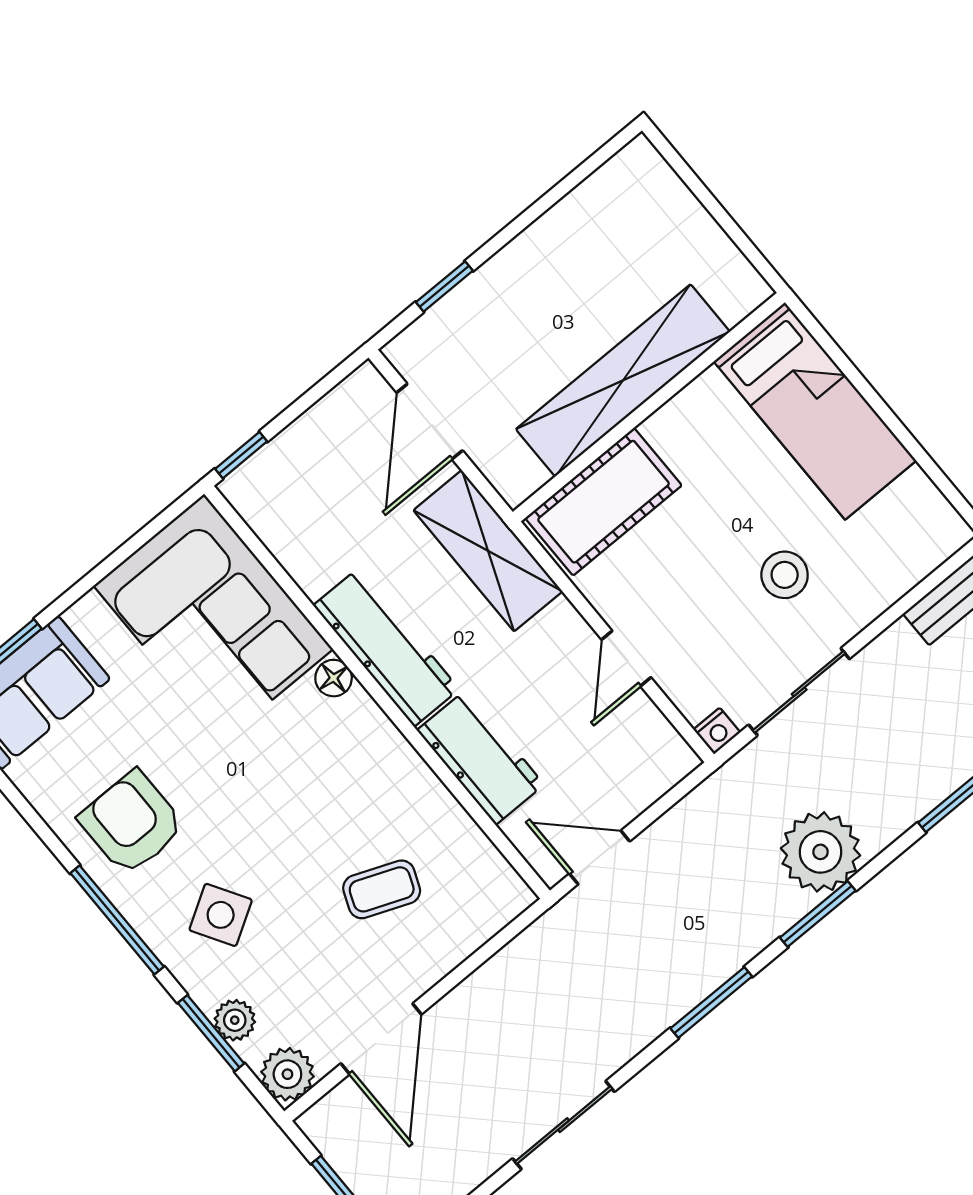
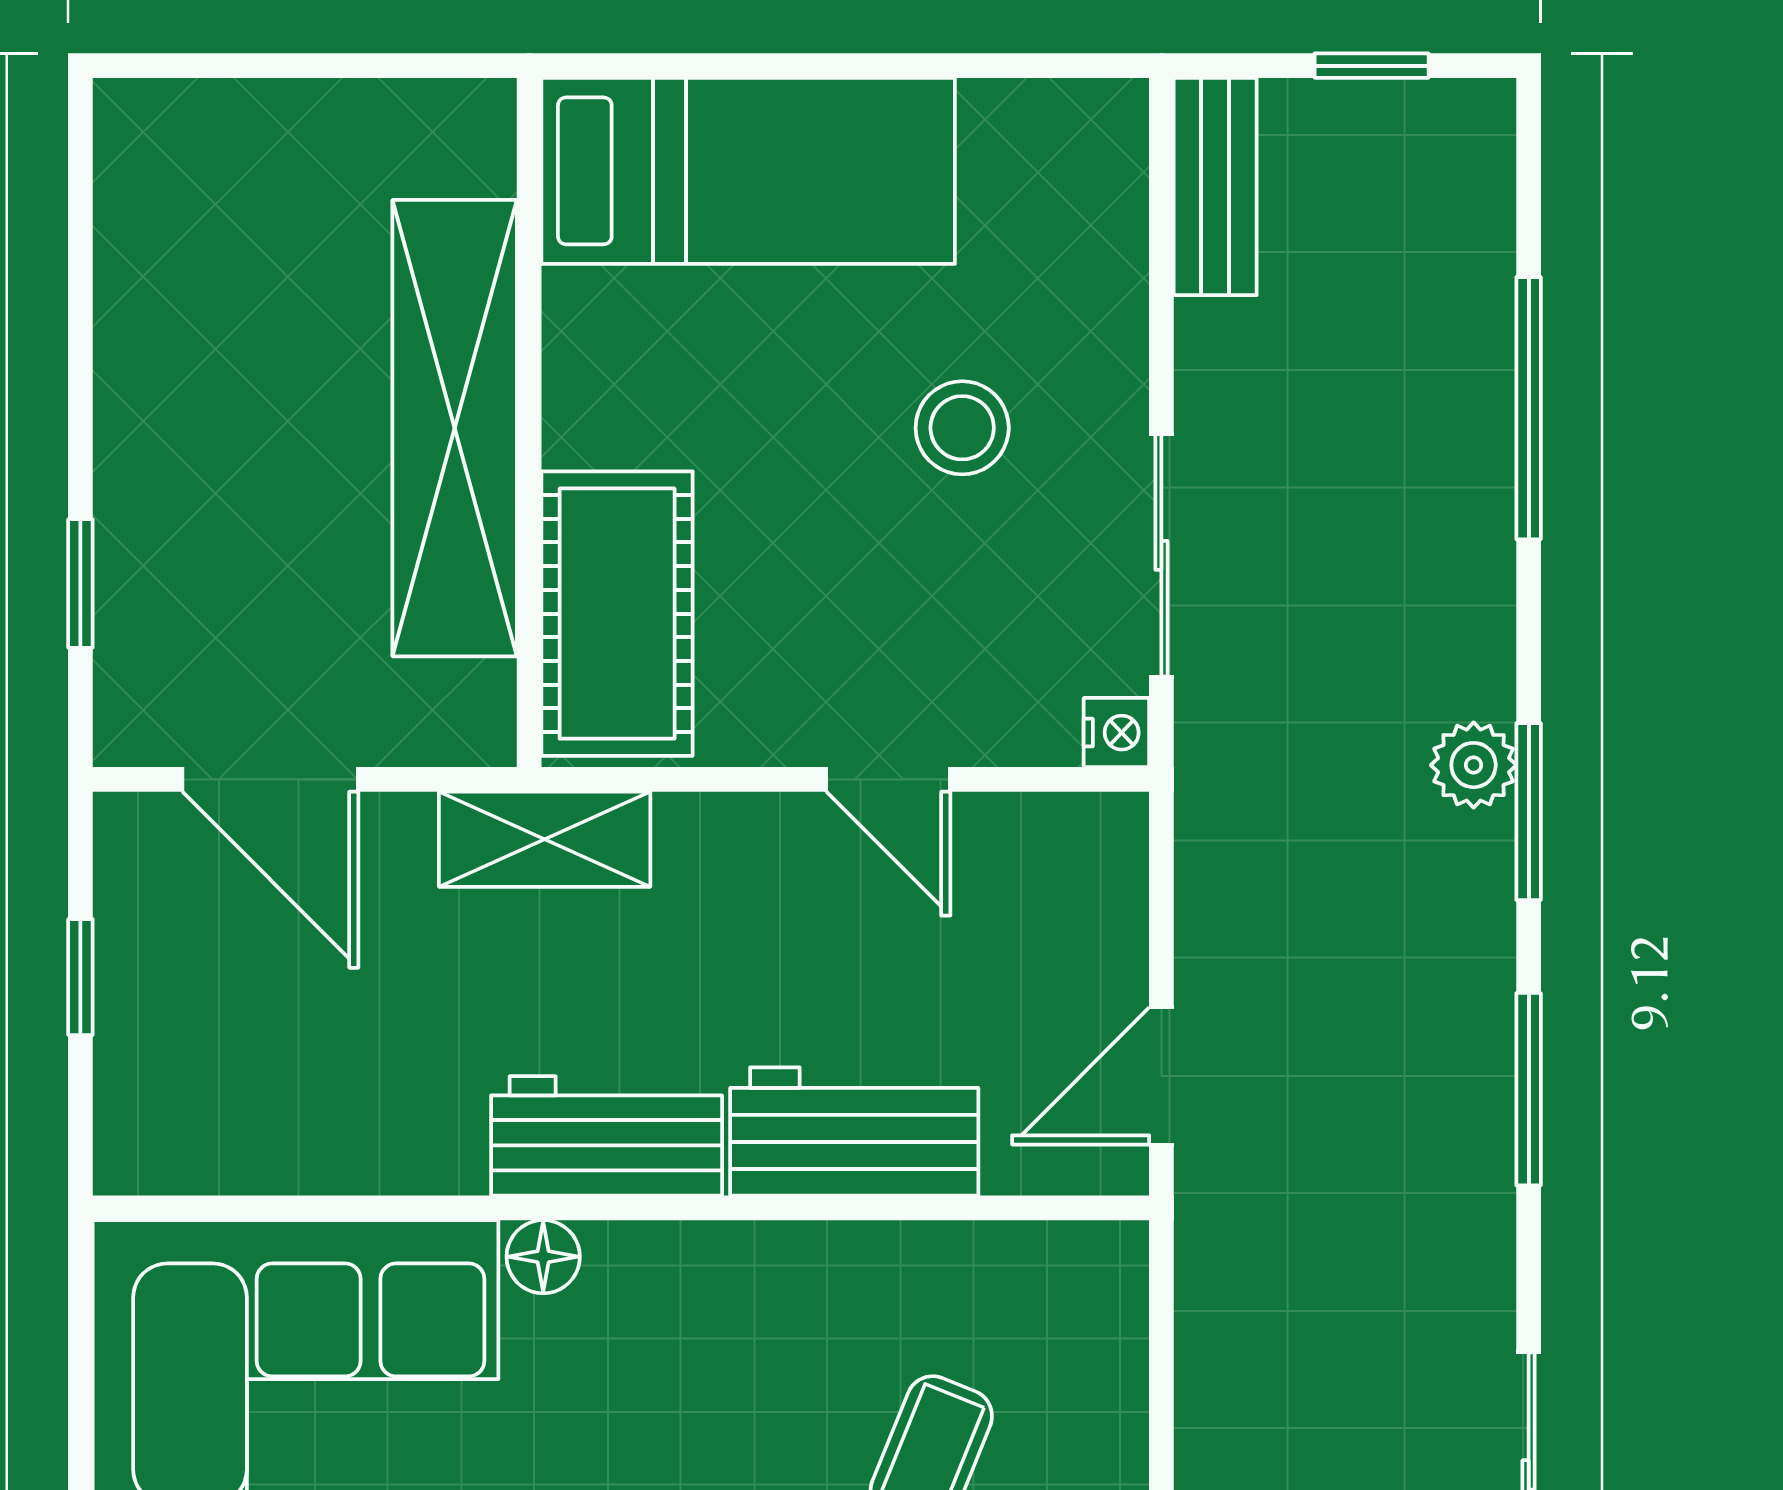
window: (241, 455) -> (80, 977), moved
shelving: (488, 551) -> (545, 839), width x0.67, depth x0.75
workbench: (386, 647) -> (607, 1136), width x0.73
plant: (820, 852) -> (1474, 765), width x0.53, depth x0.53

